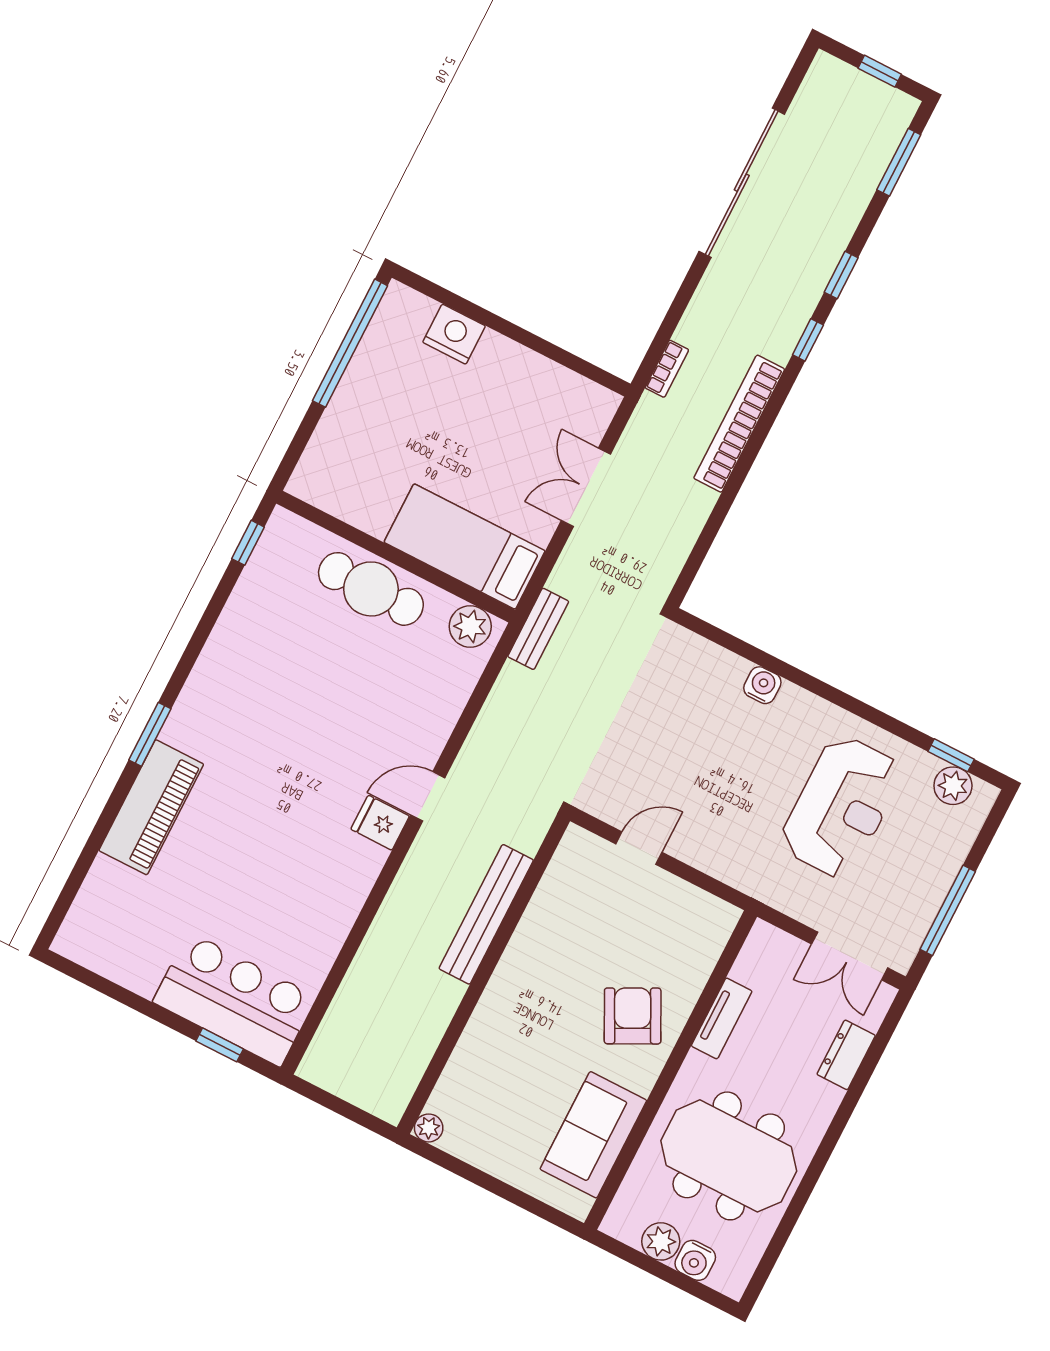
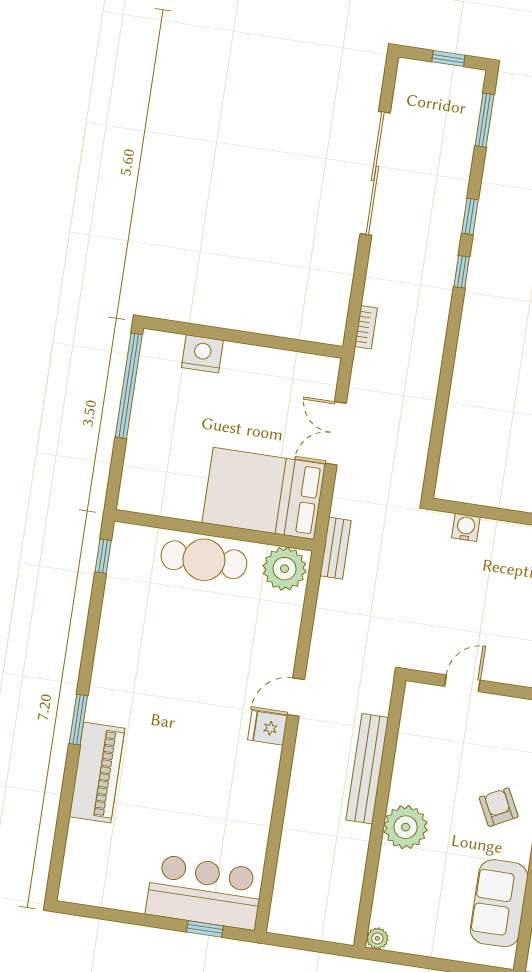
bookcase: (739, 424) -> (432, 350), removed
bed: (465, 546) -> (264, 493), width x1.50
plant: (470, 626) -> (285, 569), width x1.36, depth x1.36
water cooler: (762, 685) -> (466, 527), moved
plant: (509, 1002) -> (406, 827), added
armchair: (633, 1016) -> (499, 807), width x0.72, depth x0.72

